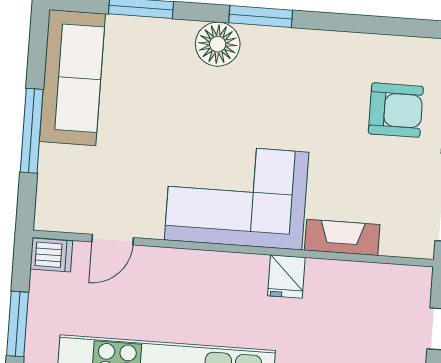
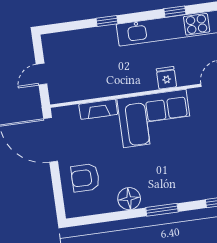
floor lamp: (218, 44) -> (129, 199), moved
fridge: (286, 277) -> (166, 78), moved

